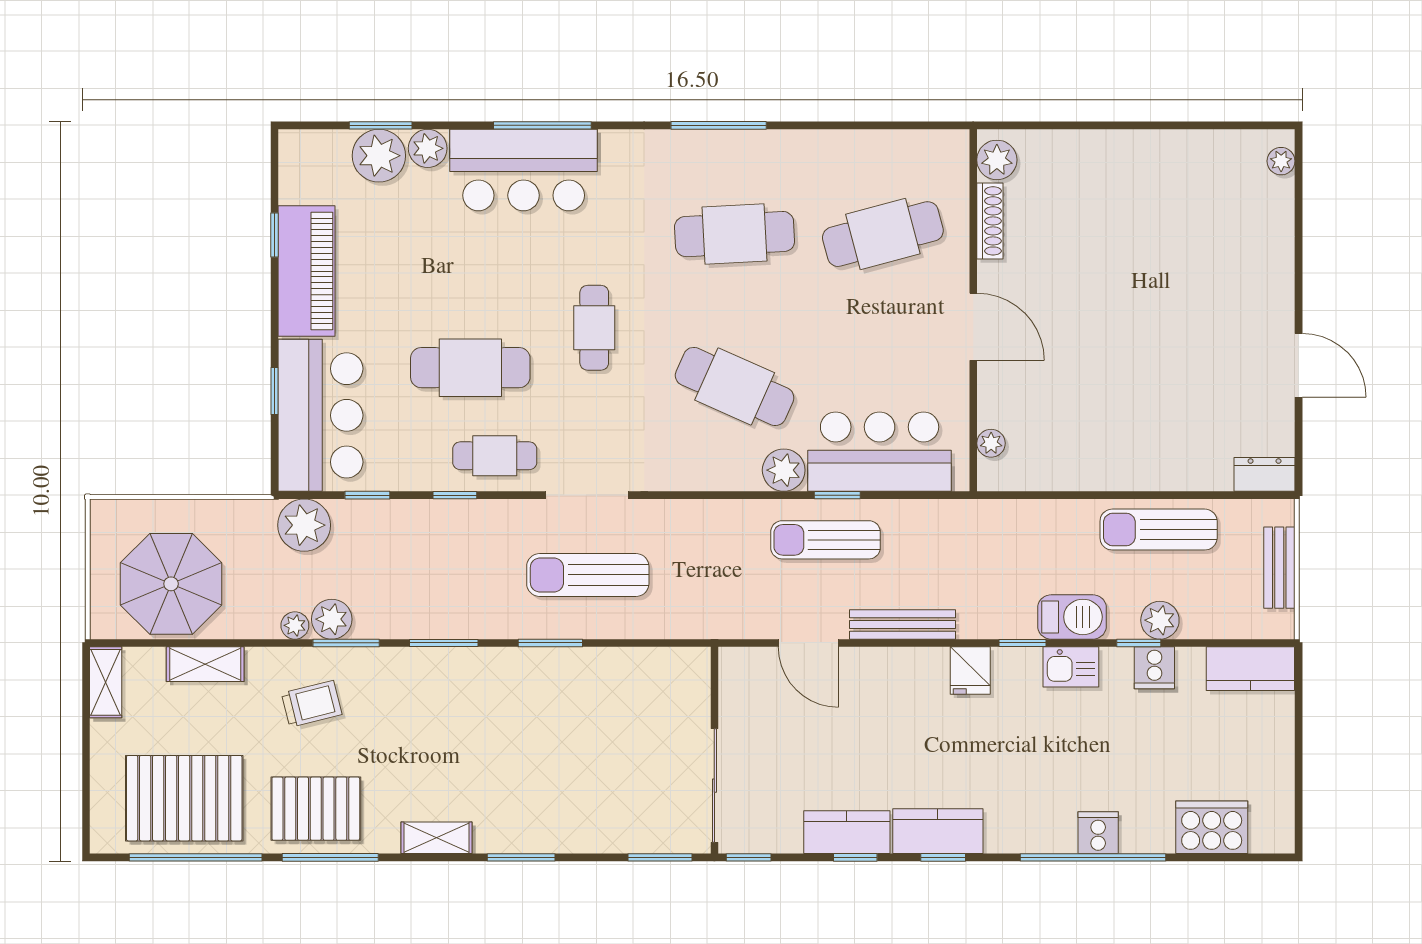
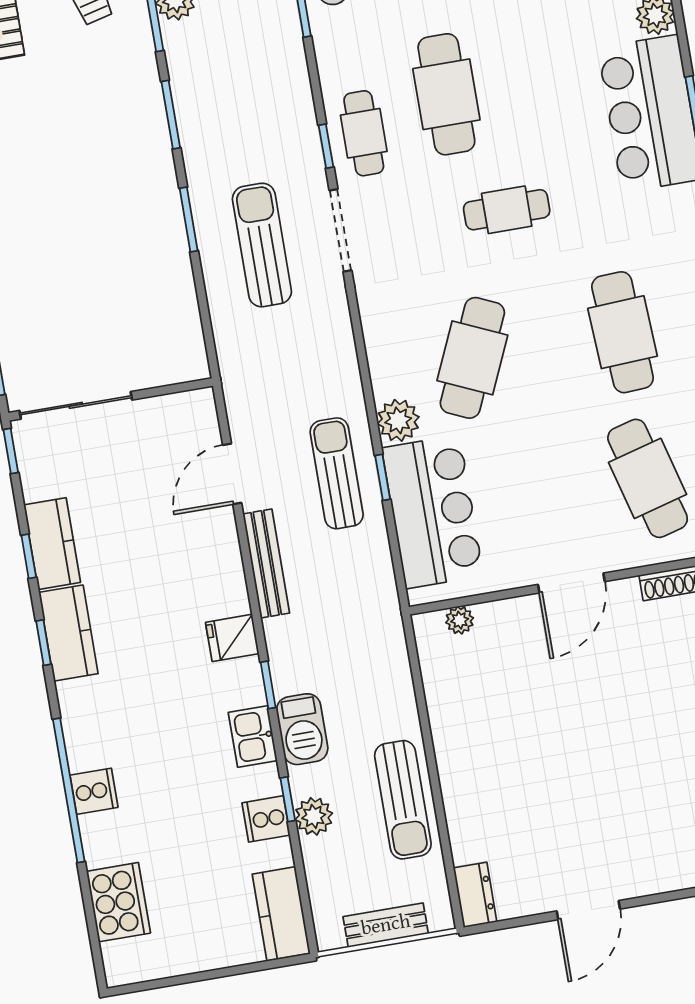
window: (455, 495) -> (326, 146), moved
sun lounger: (1159, 530) -> (403, 800), turned 180

